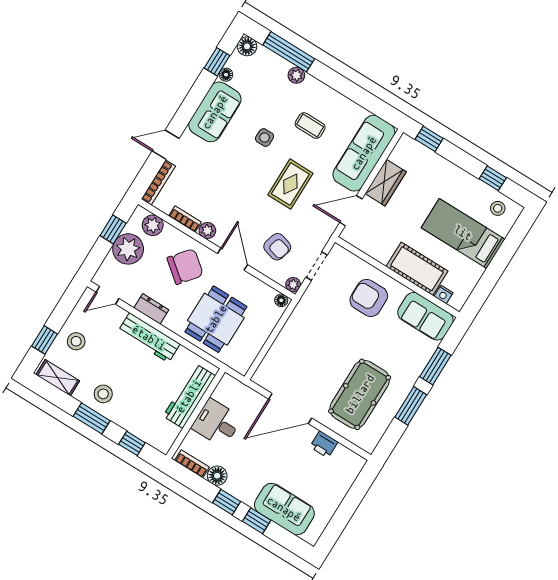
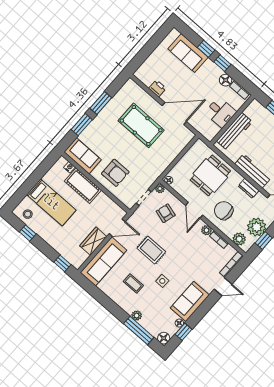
rug: (290, 184) -> (151, 250), turned 90
chair: (185, 266) -> (224, 211), turned 51
pool table: (360, 394) -> (141, 125), moved, turned 90

